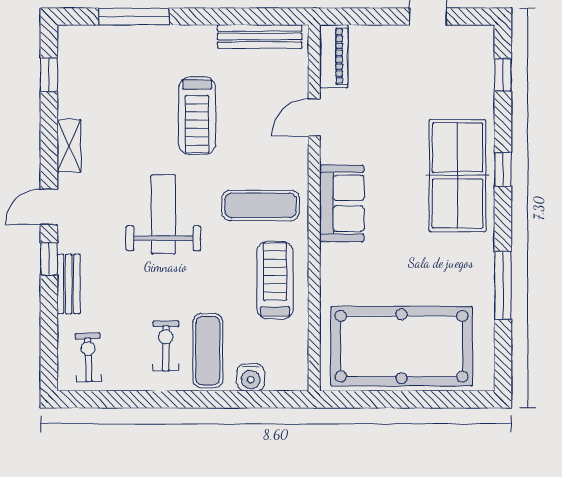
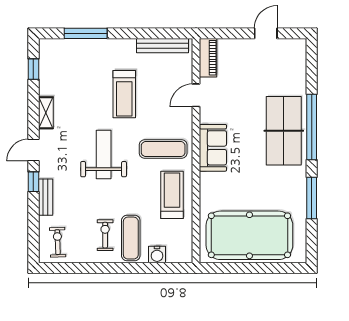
window: (503, 75) -> (312, 69), removed
window: (503, 169) -> (312, 127), width x3.17

